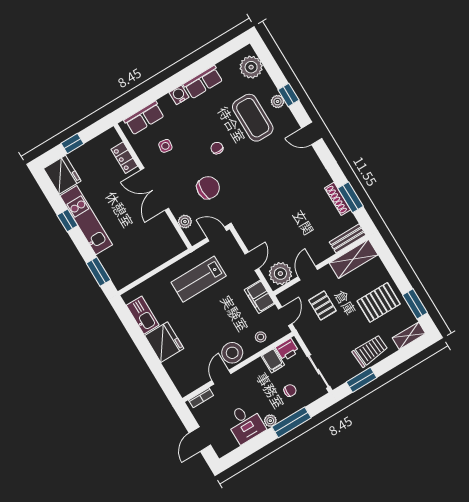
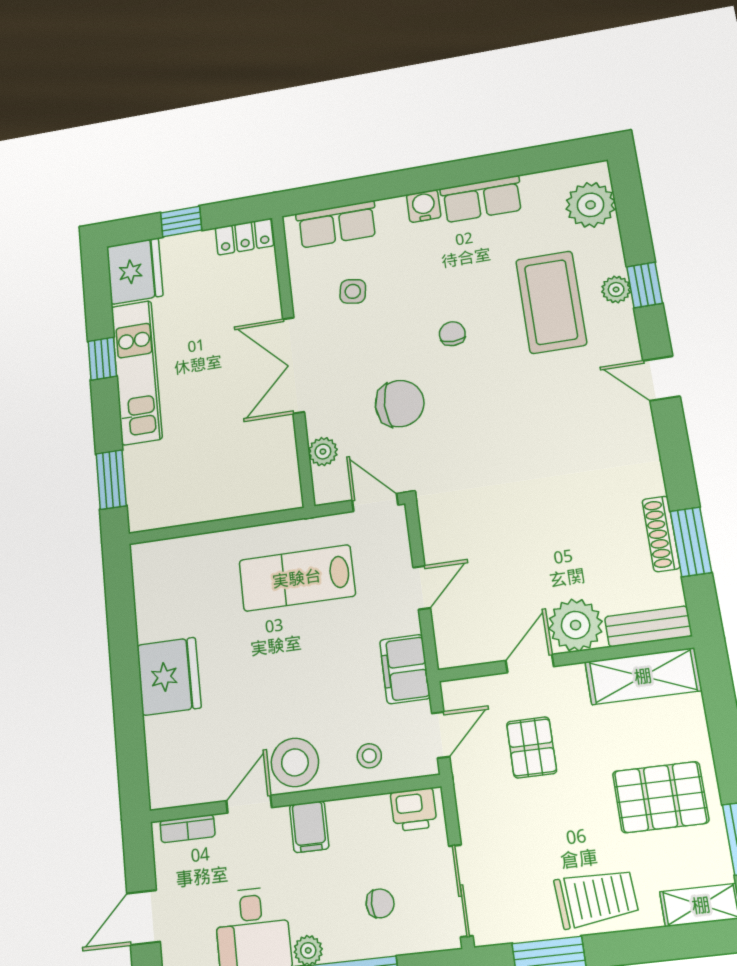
locker: (124, 158) -> (244, 237), moved, turned -90
plant: (280, 274) -> (576, 625), moved
kitchen sink: (143, 315) -> (153, 602), removed
filing cabinet: (273, 360) -> (309, 827), moved

